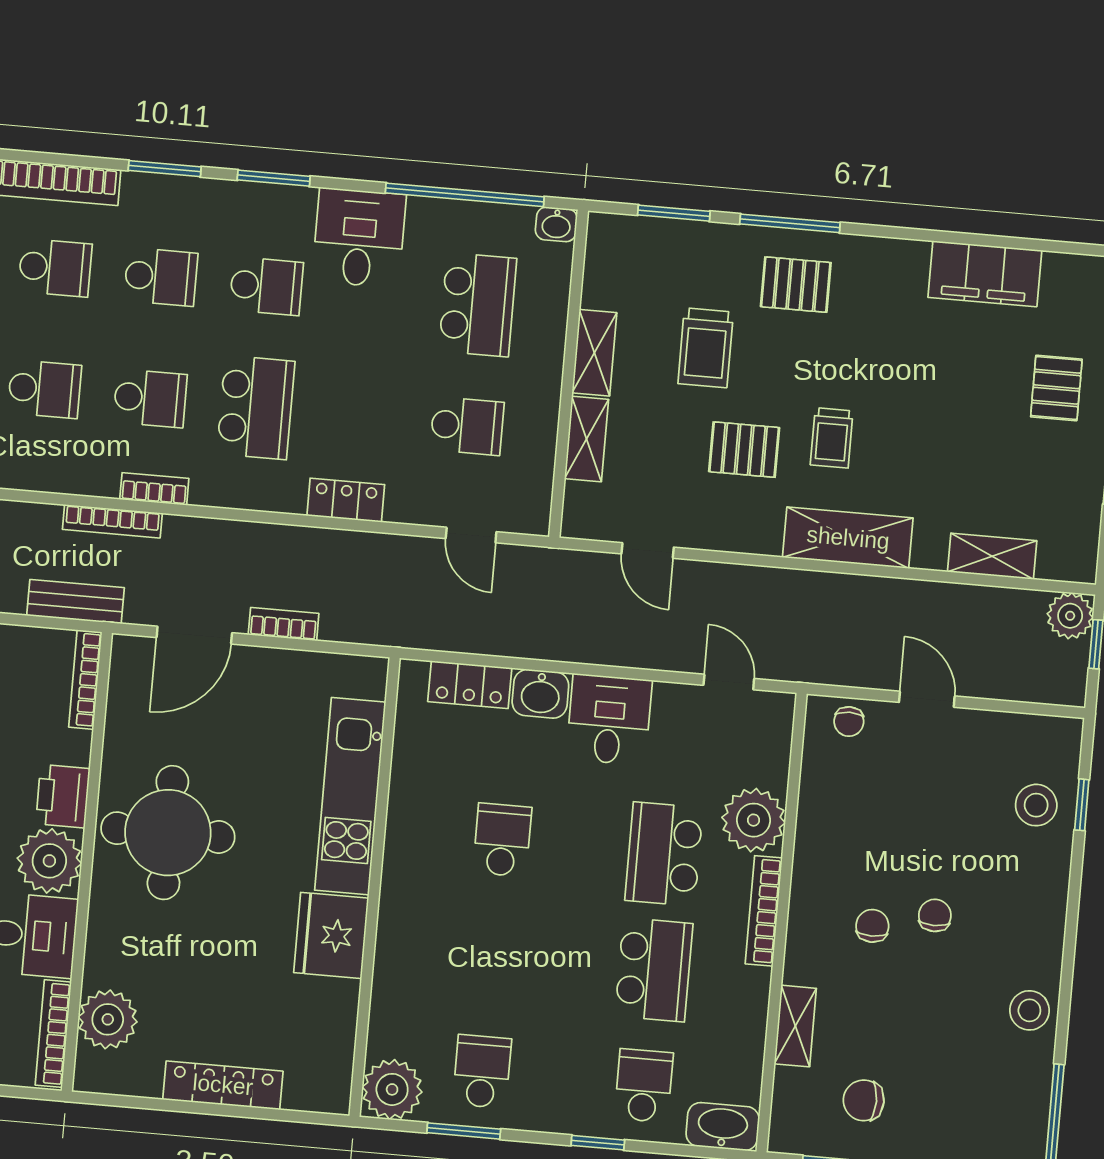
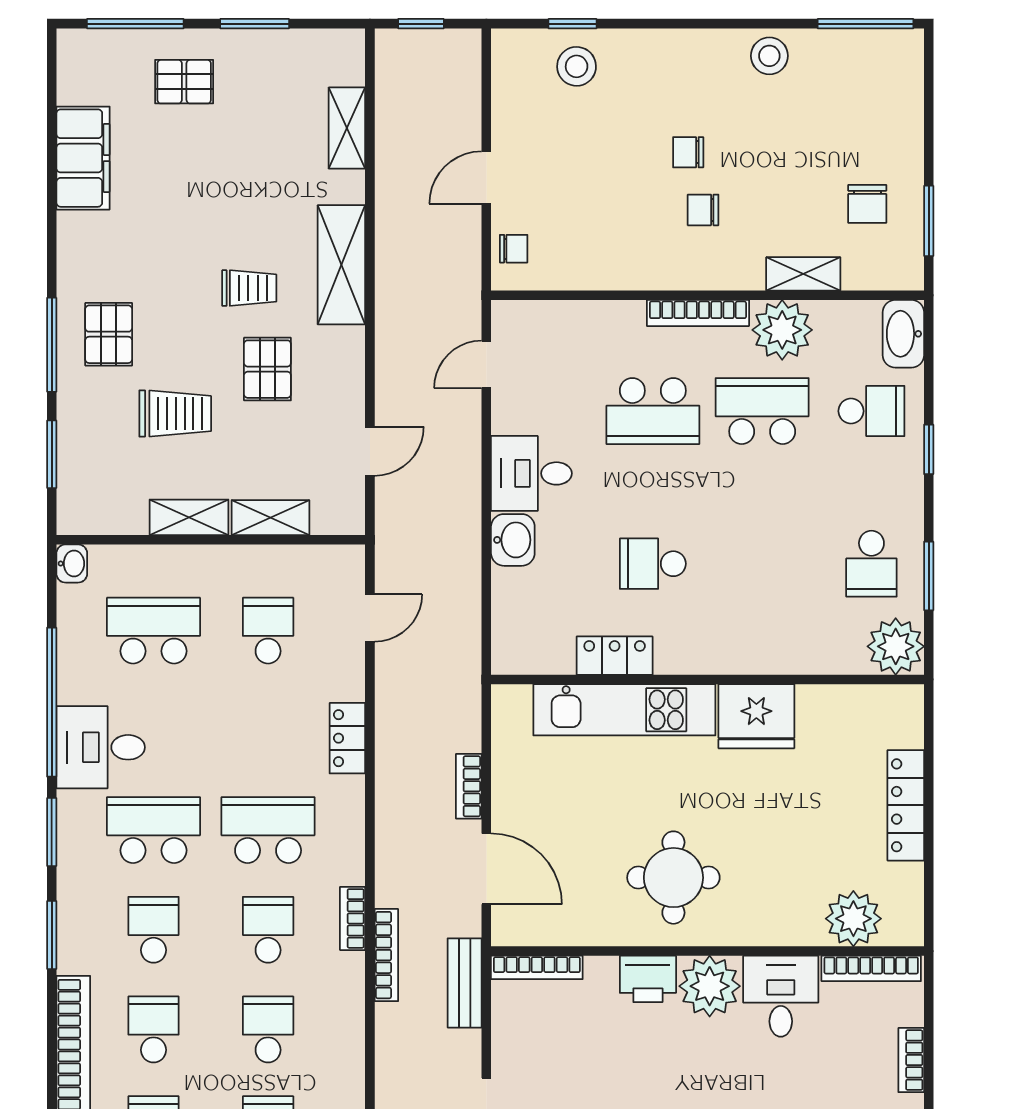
window: (465, 195) -> (52, 702), moved
school desk: (266, 286) -> (154, 830), width x1.85
plant: (1070, 616) -> (396, 50), removed
locker: (470, 685) -> (615, 656), moved, turned -90
plant: (754, 820) -> (782, 330), moved
round table: (168, 833) -> (673, 878), width x0.73, depth x0.73
school desk: (482, 1071) -> (871, 564), turned -90
school desk: (644, 1086) -> (871, 411), turned 180

